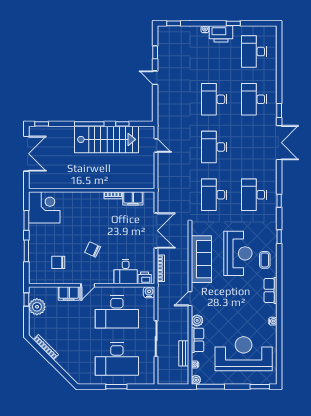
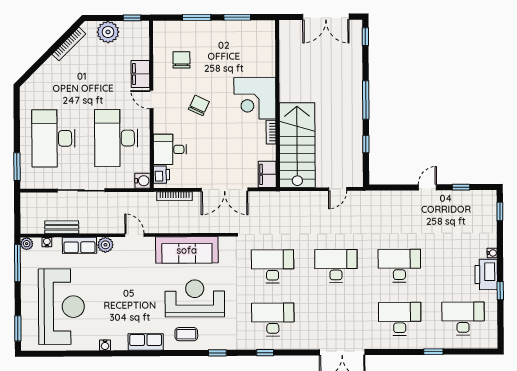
window: (279, 110) -> (433, 352), moved
stairs: (106, 139) -> (297, 145), moved, turned 180
filing cabinet: (133, 198) -> (267, 174), moved
corner desk: (44, 207) -> (255, 98), moved, turned 90
reception desk: (238, 253) -> (195, 298), turned 180
plant: (37, 307) -> (108, 32), moved
window: (116, 387) -> (17, 167), moved

